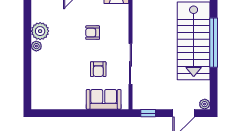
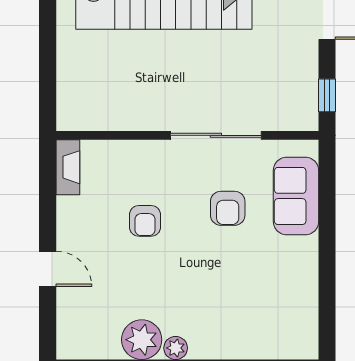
armchair: (98, 69) -> (228, 208), turned 90

